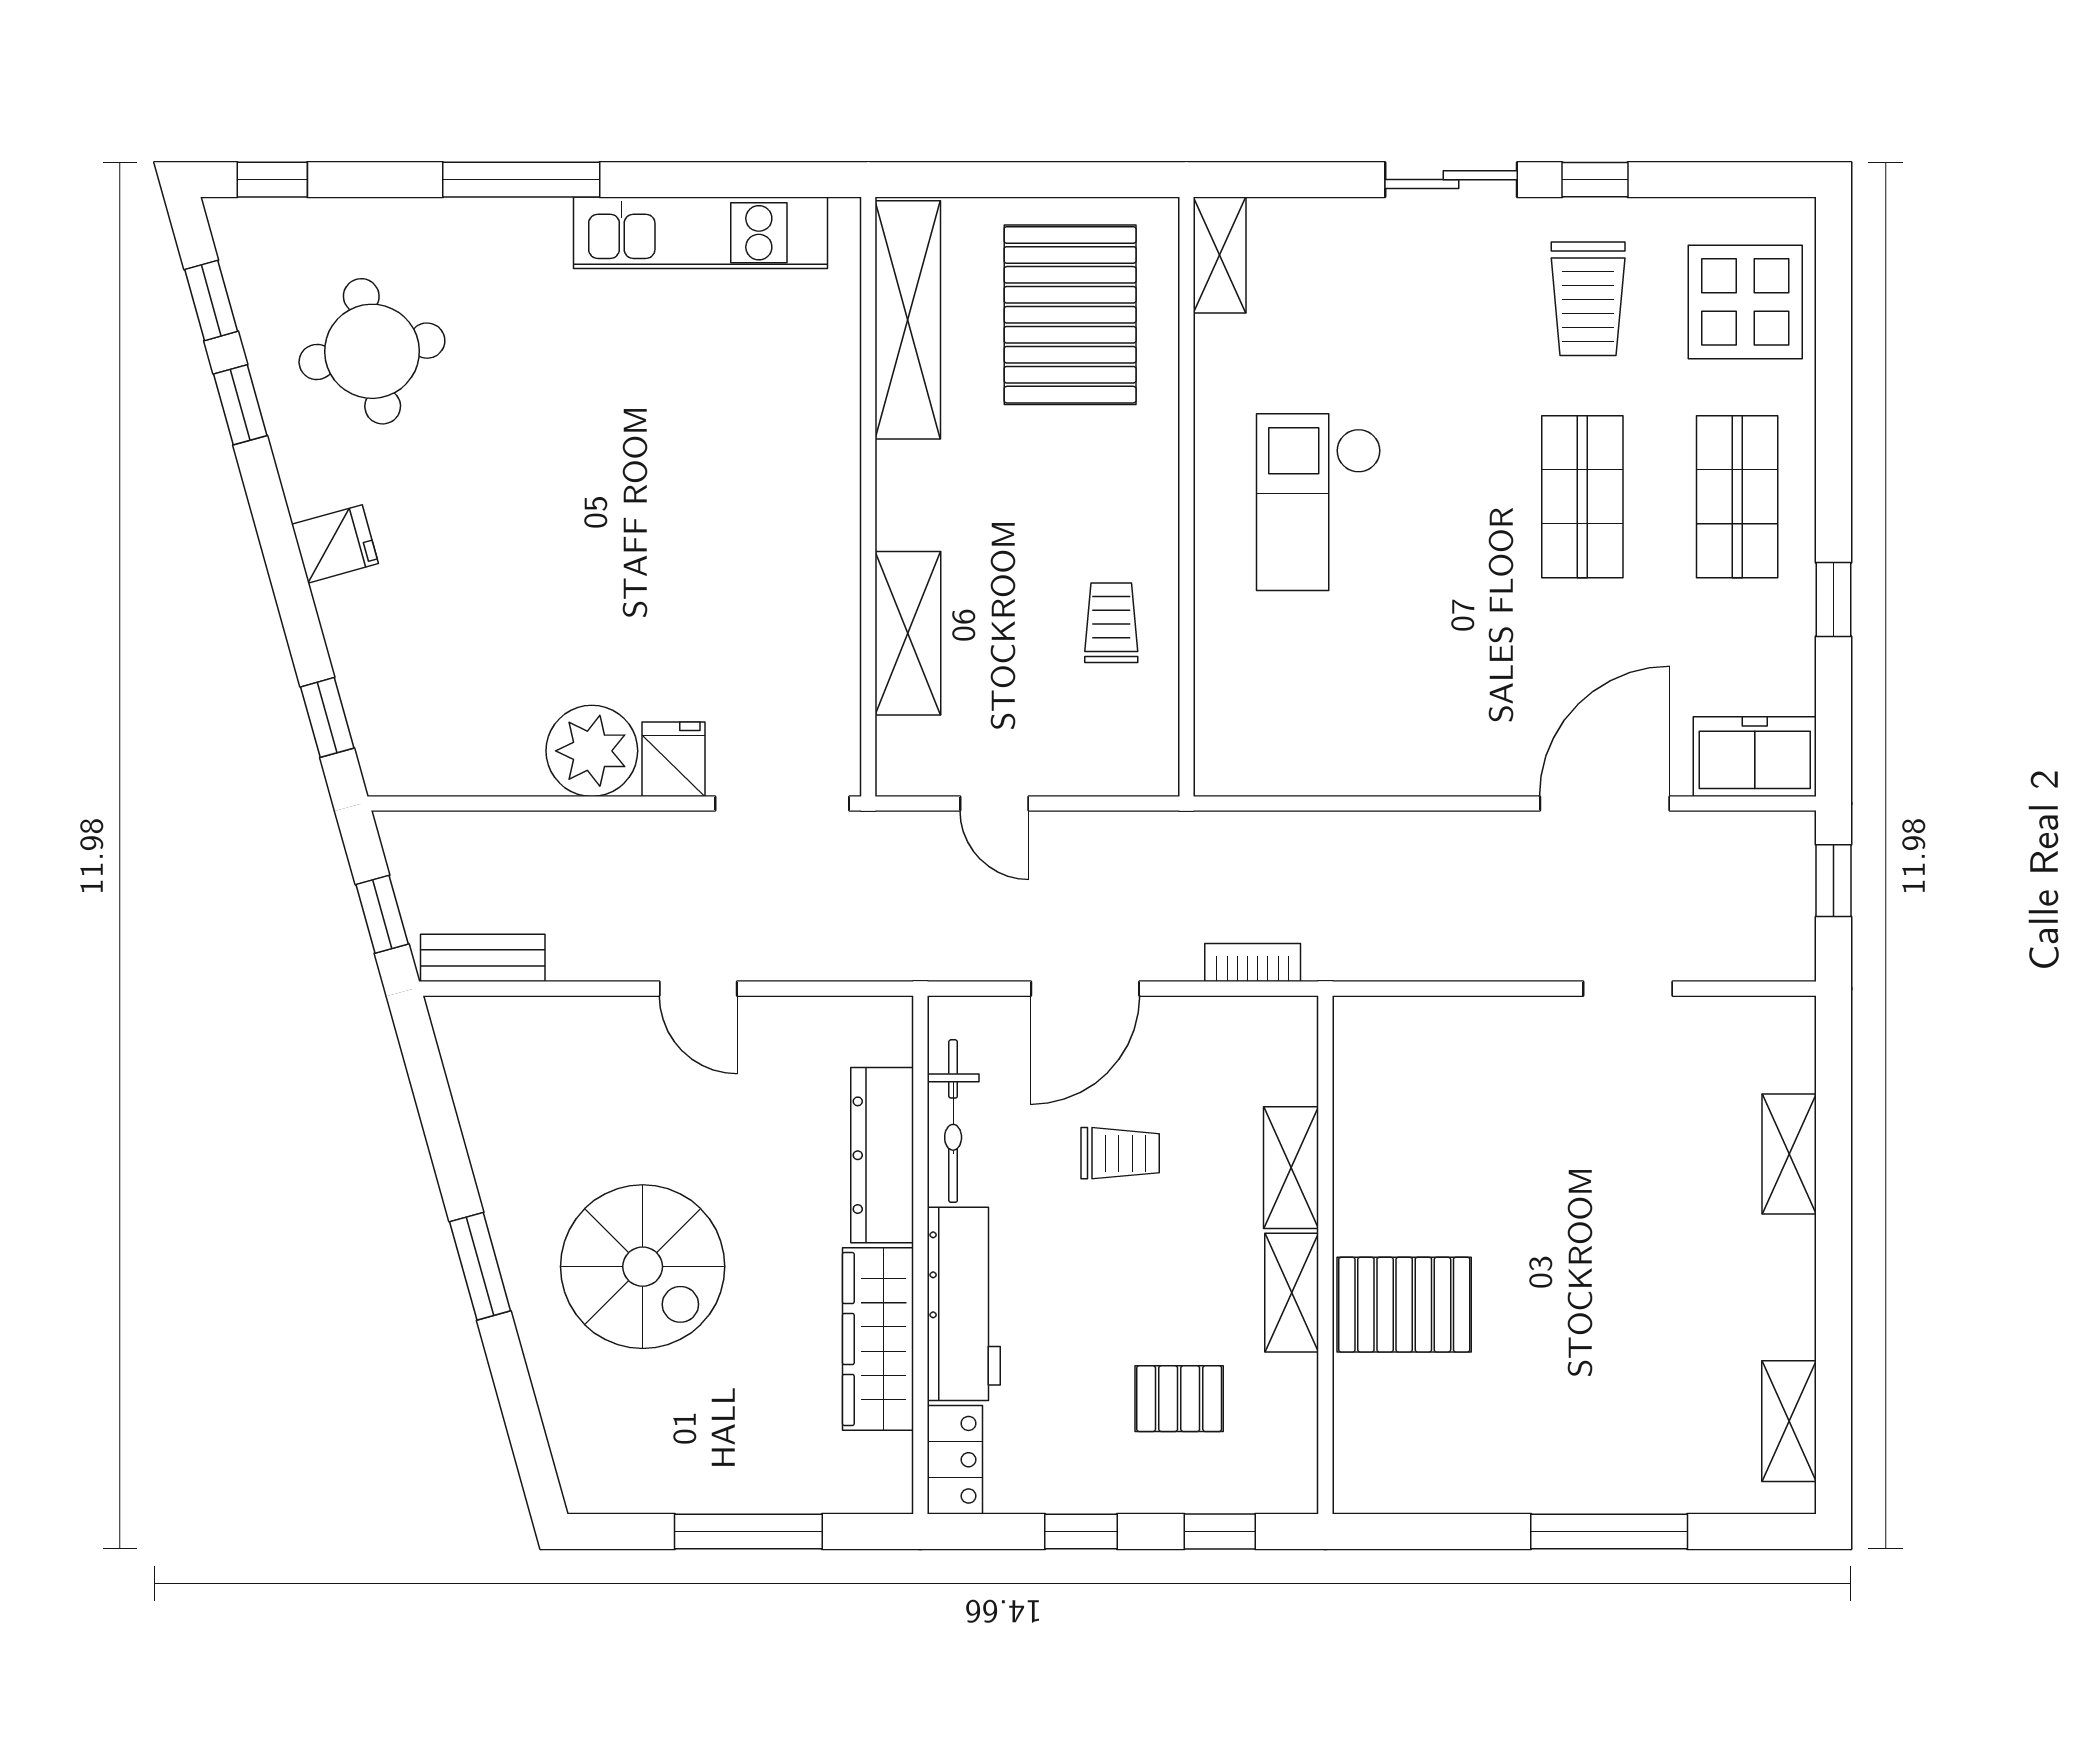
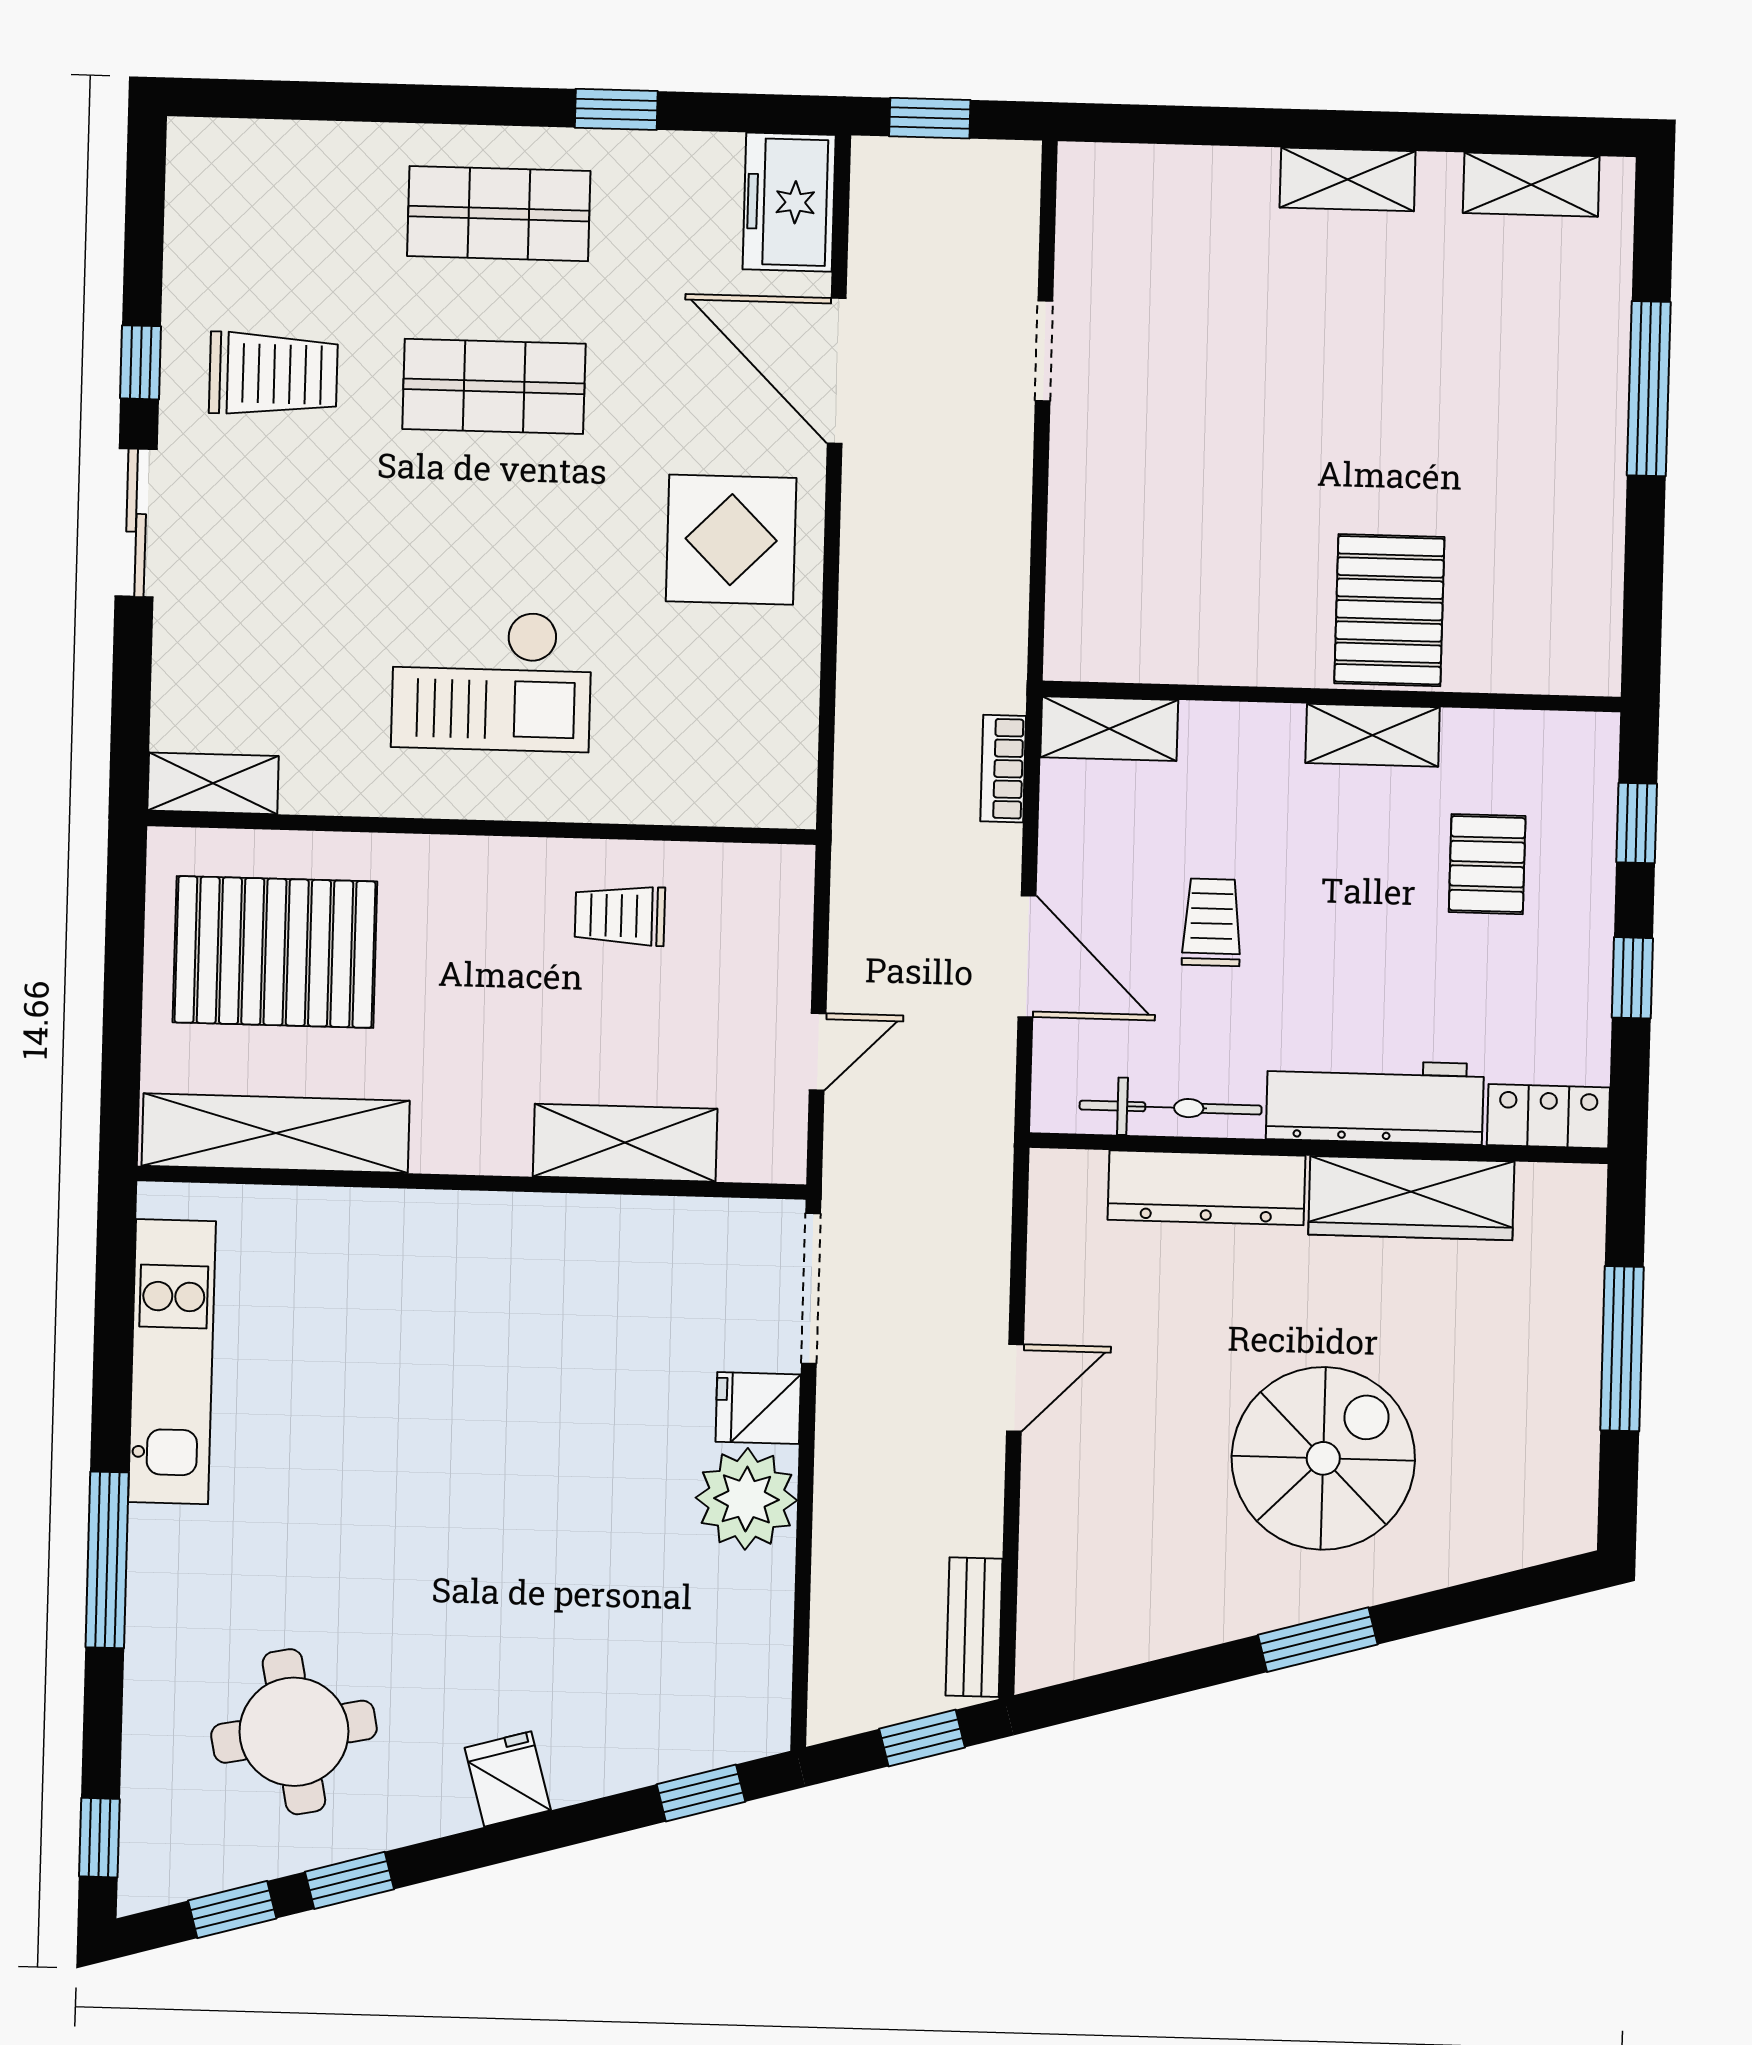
display table: (1745, 302) -> (731, 540), moved
shelving: (1789, 1154) -> (1348, 179), moved
shelving: (1291, 1168) -> (1109, 729), moved

